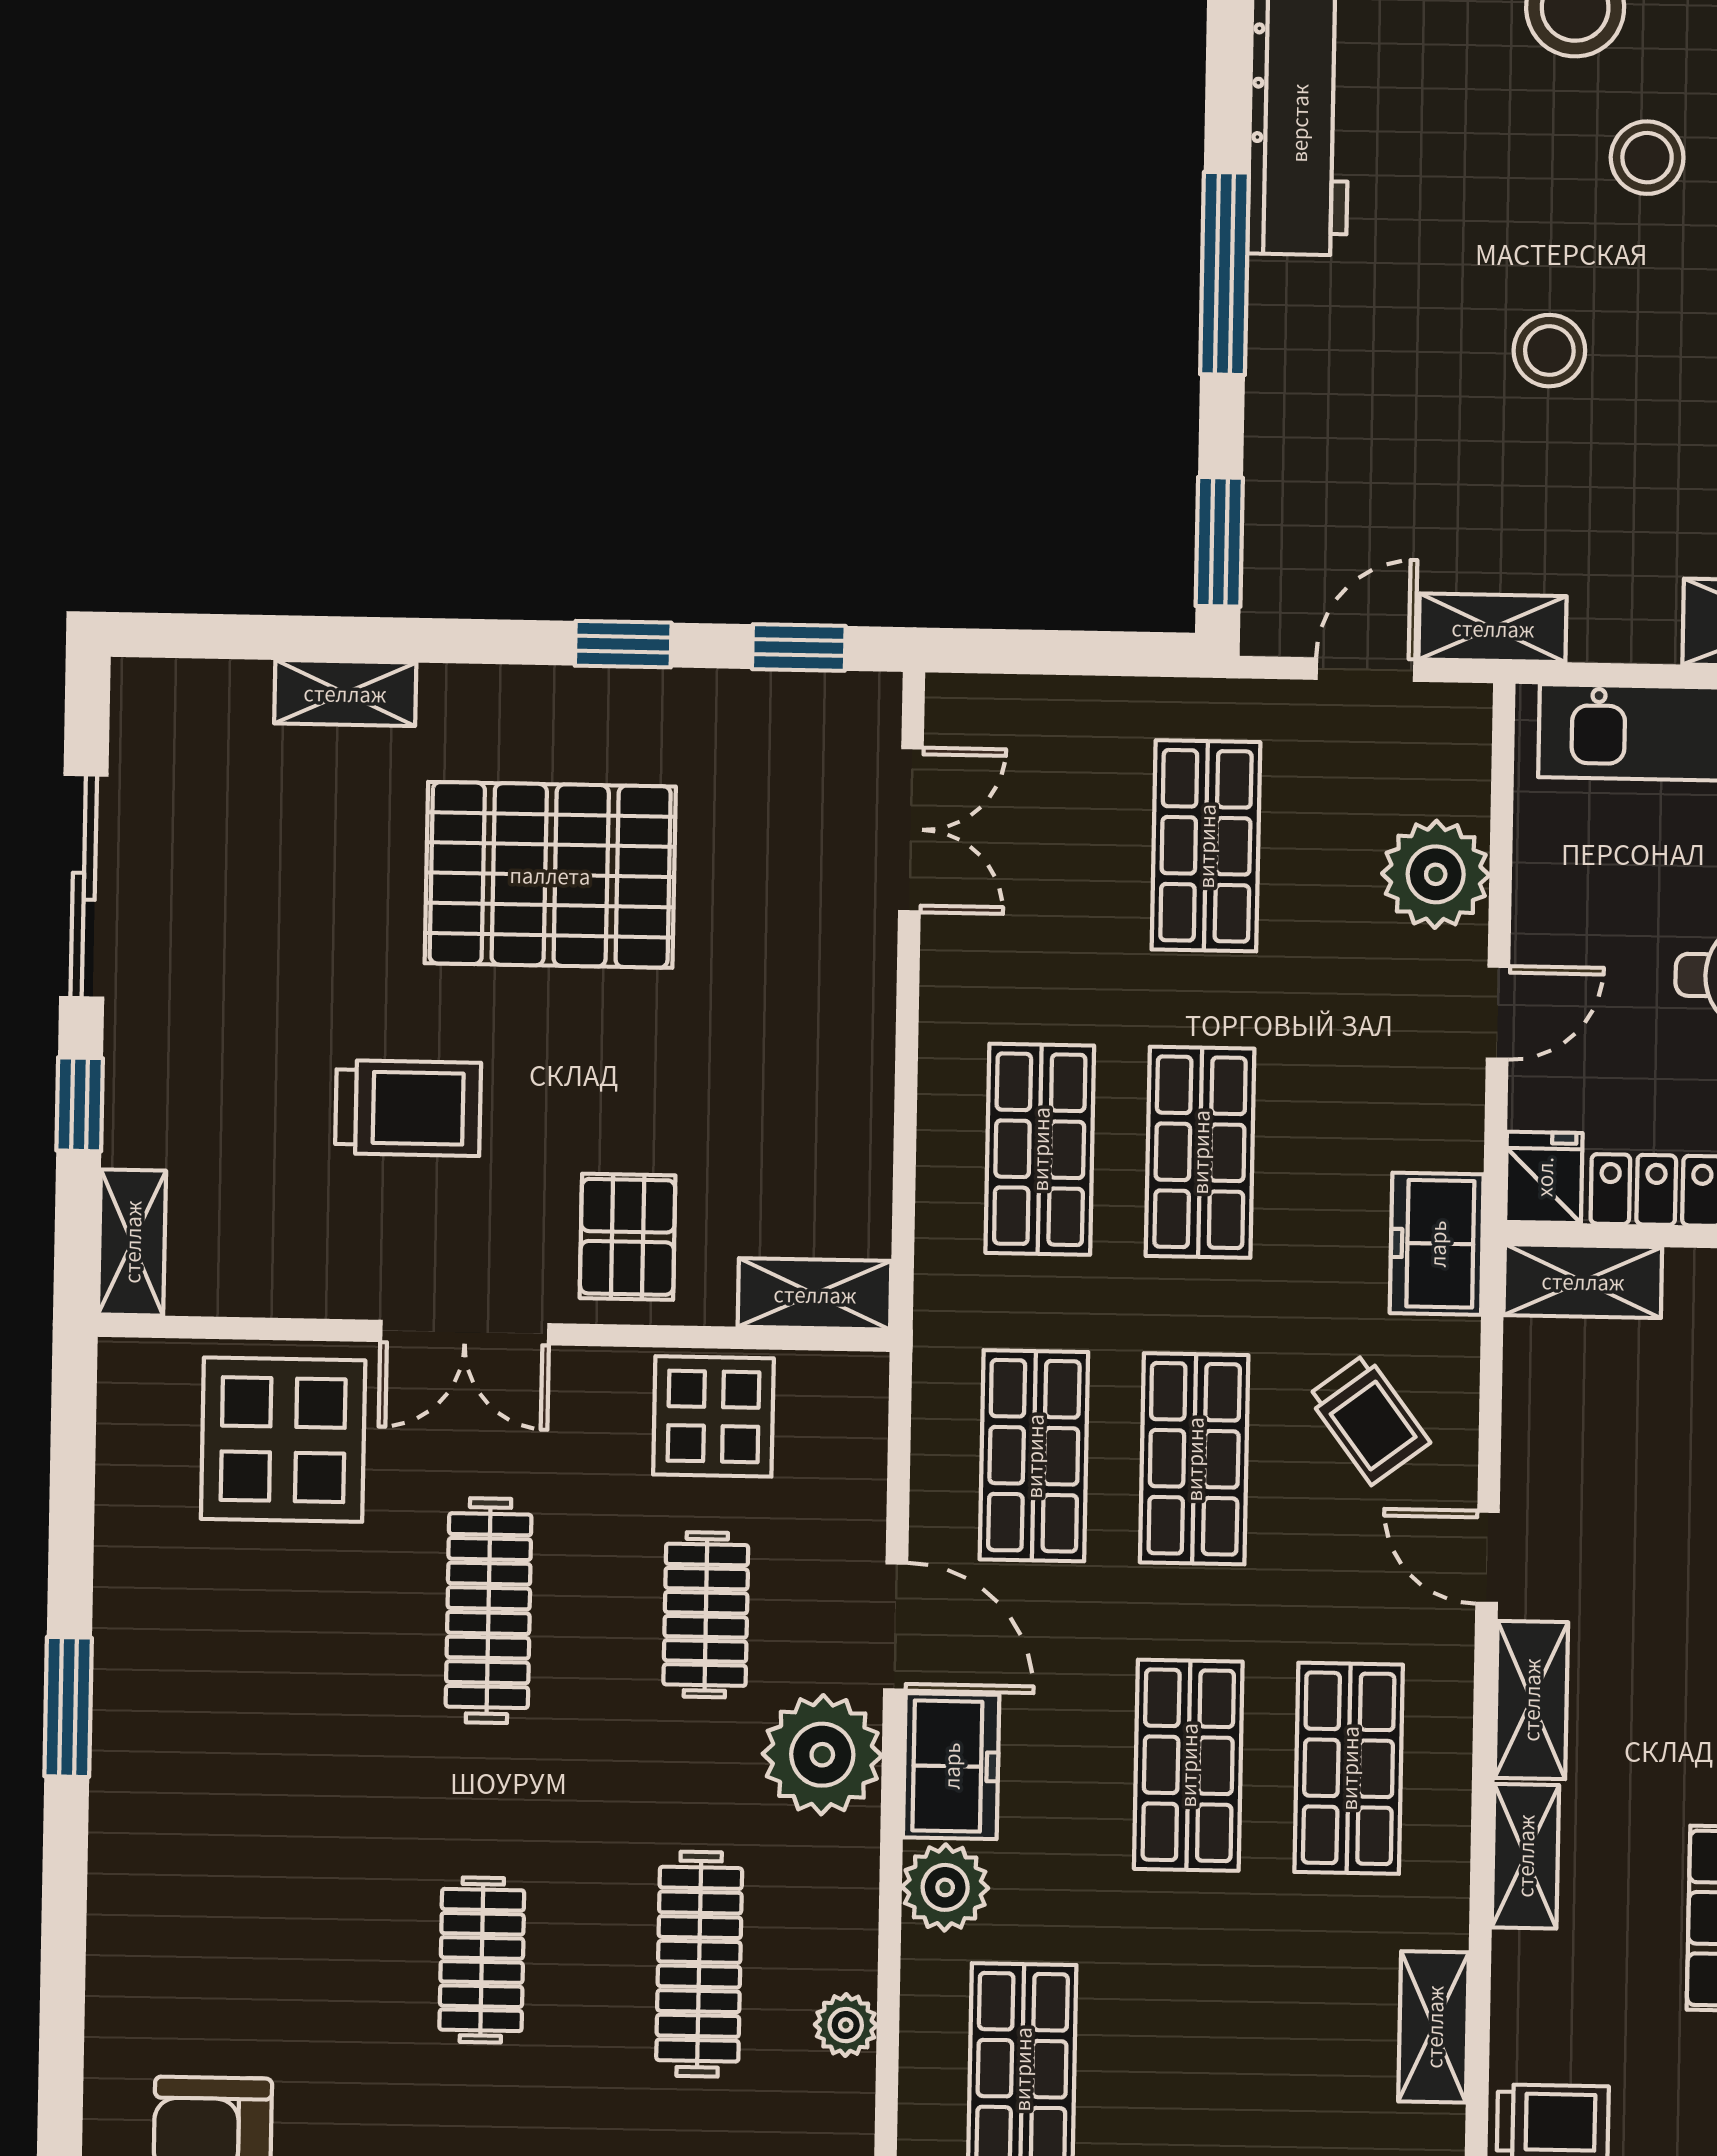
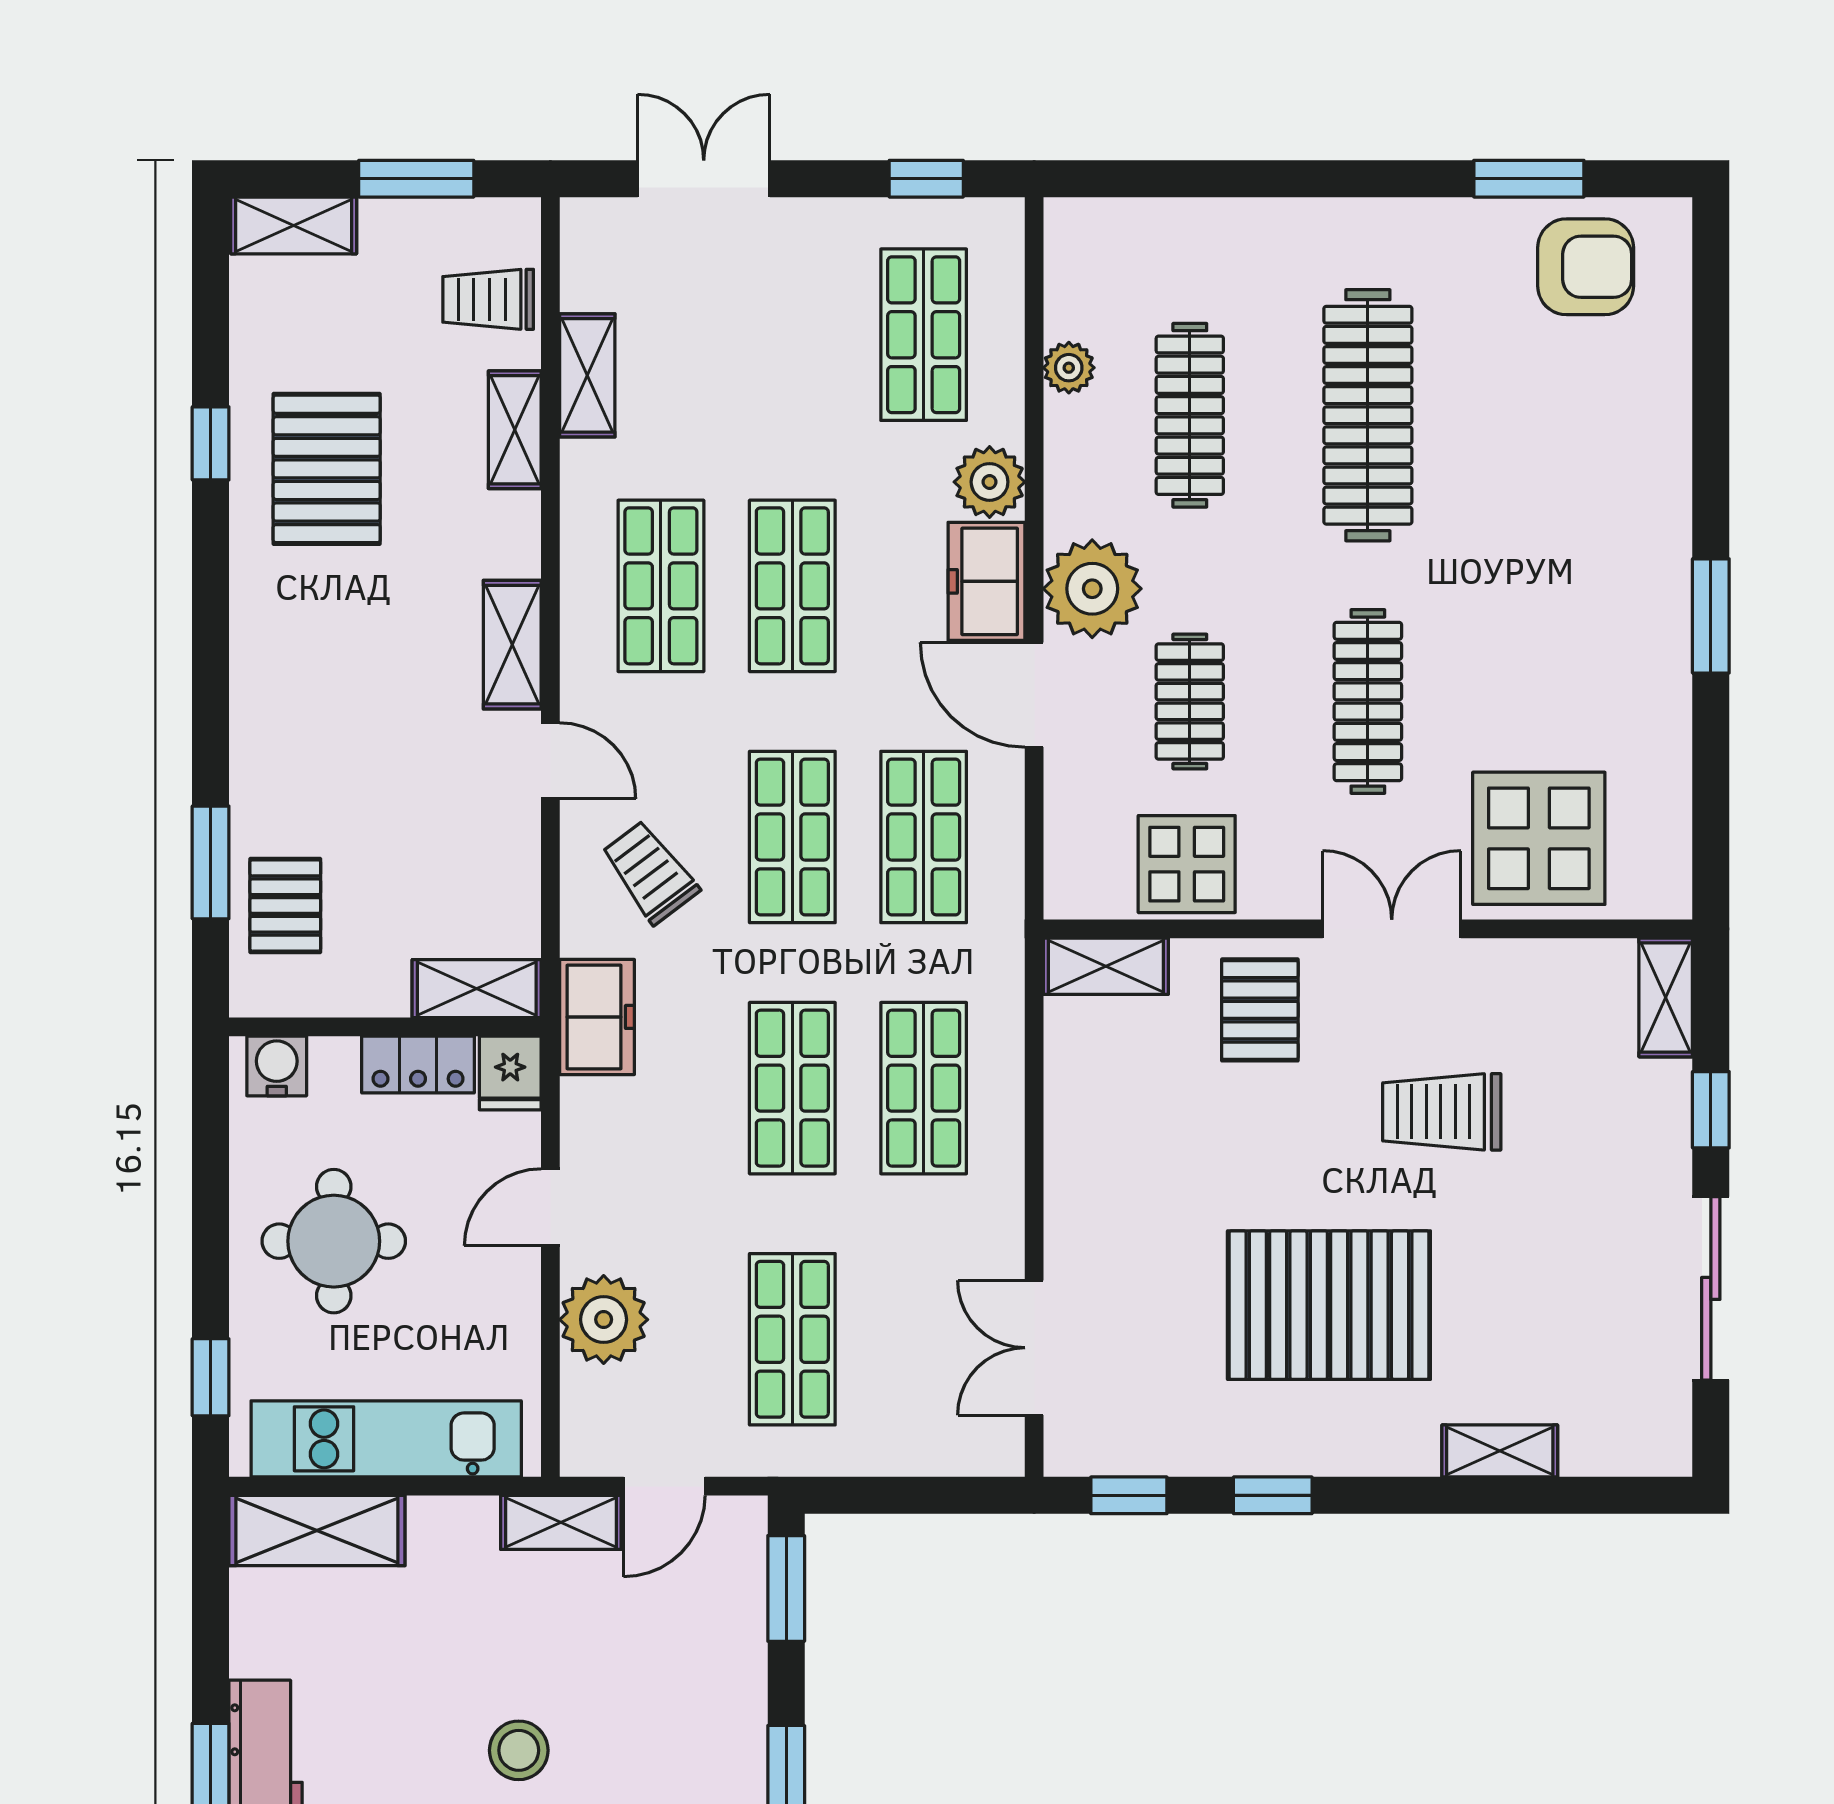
shelving: (1525, 1856) -> (515, 430), moved
clothes rail: (482, 1960) -> (1368, 415), width x1.86, depth x1.31

